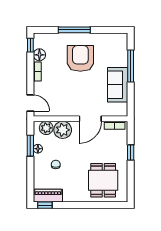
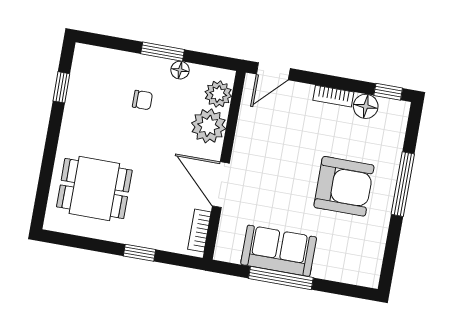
window: (131, 66) -> (281, 278), moved
window: (30, 146) -> (163, 52), moved
piano: (48, 196) -> (83, 73), removed
window: (45, 205) -> (61, 87), moved

